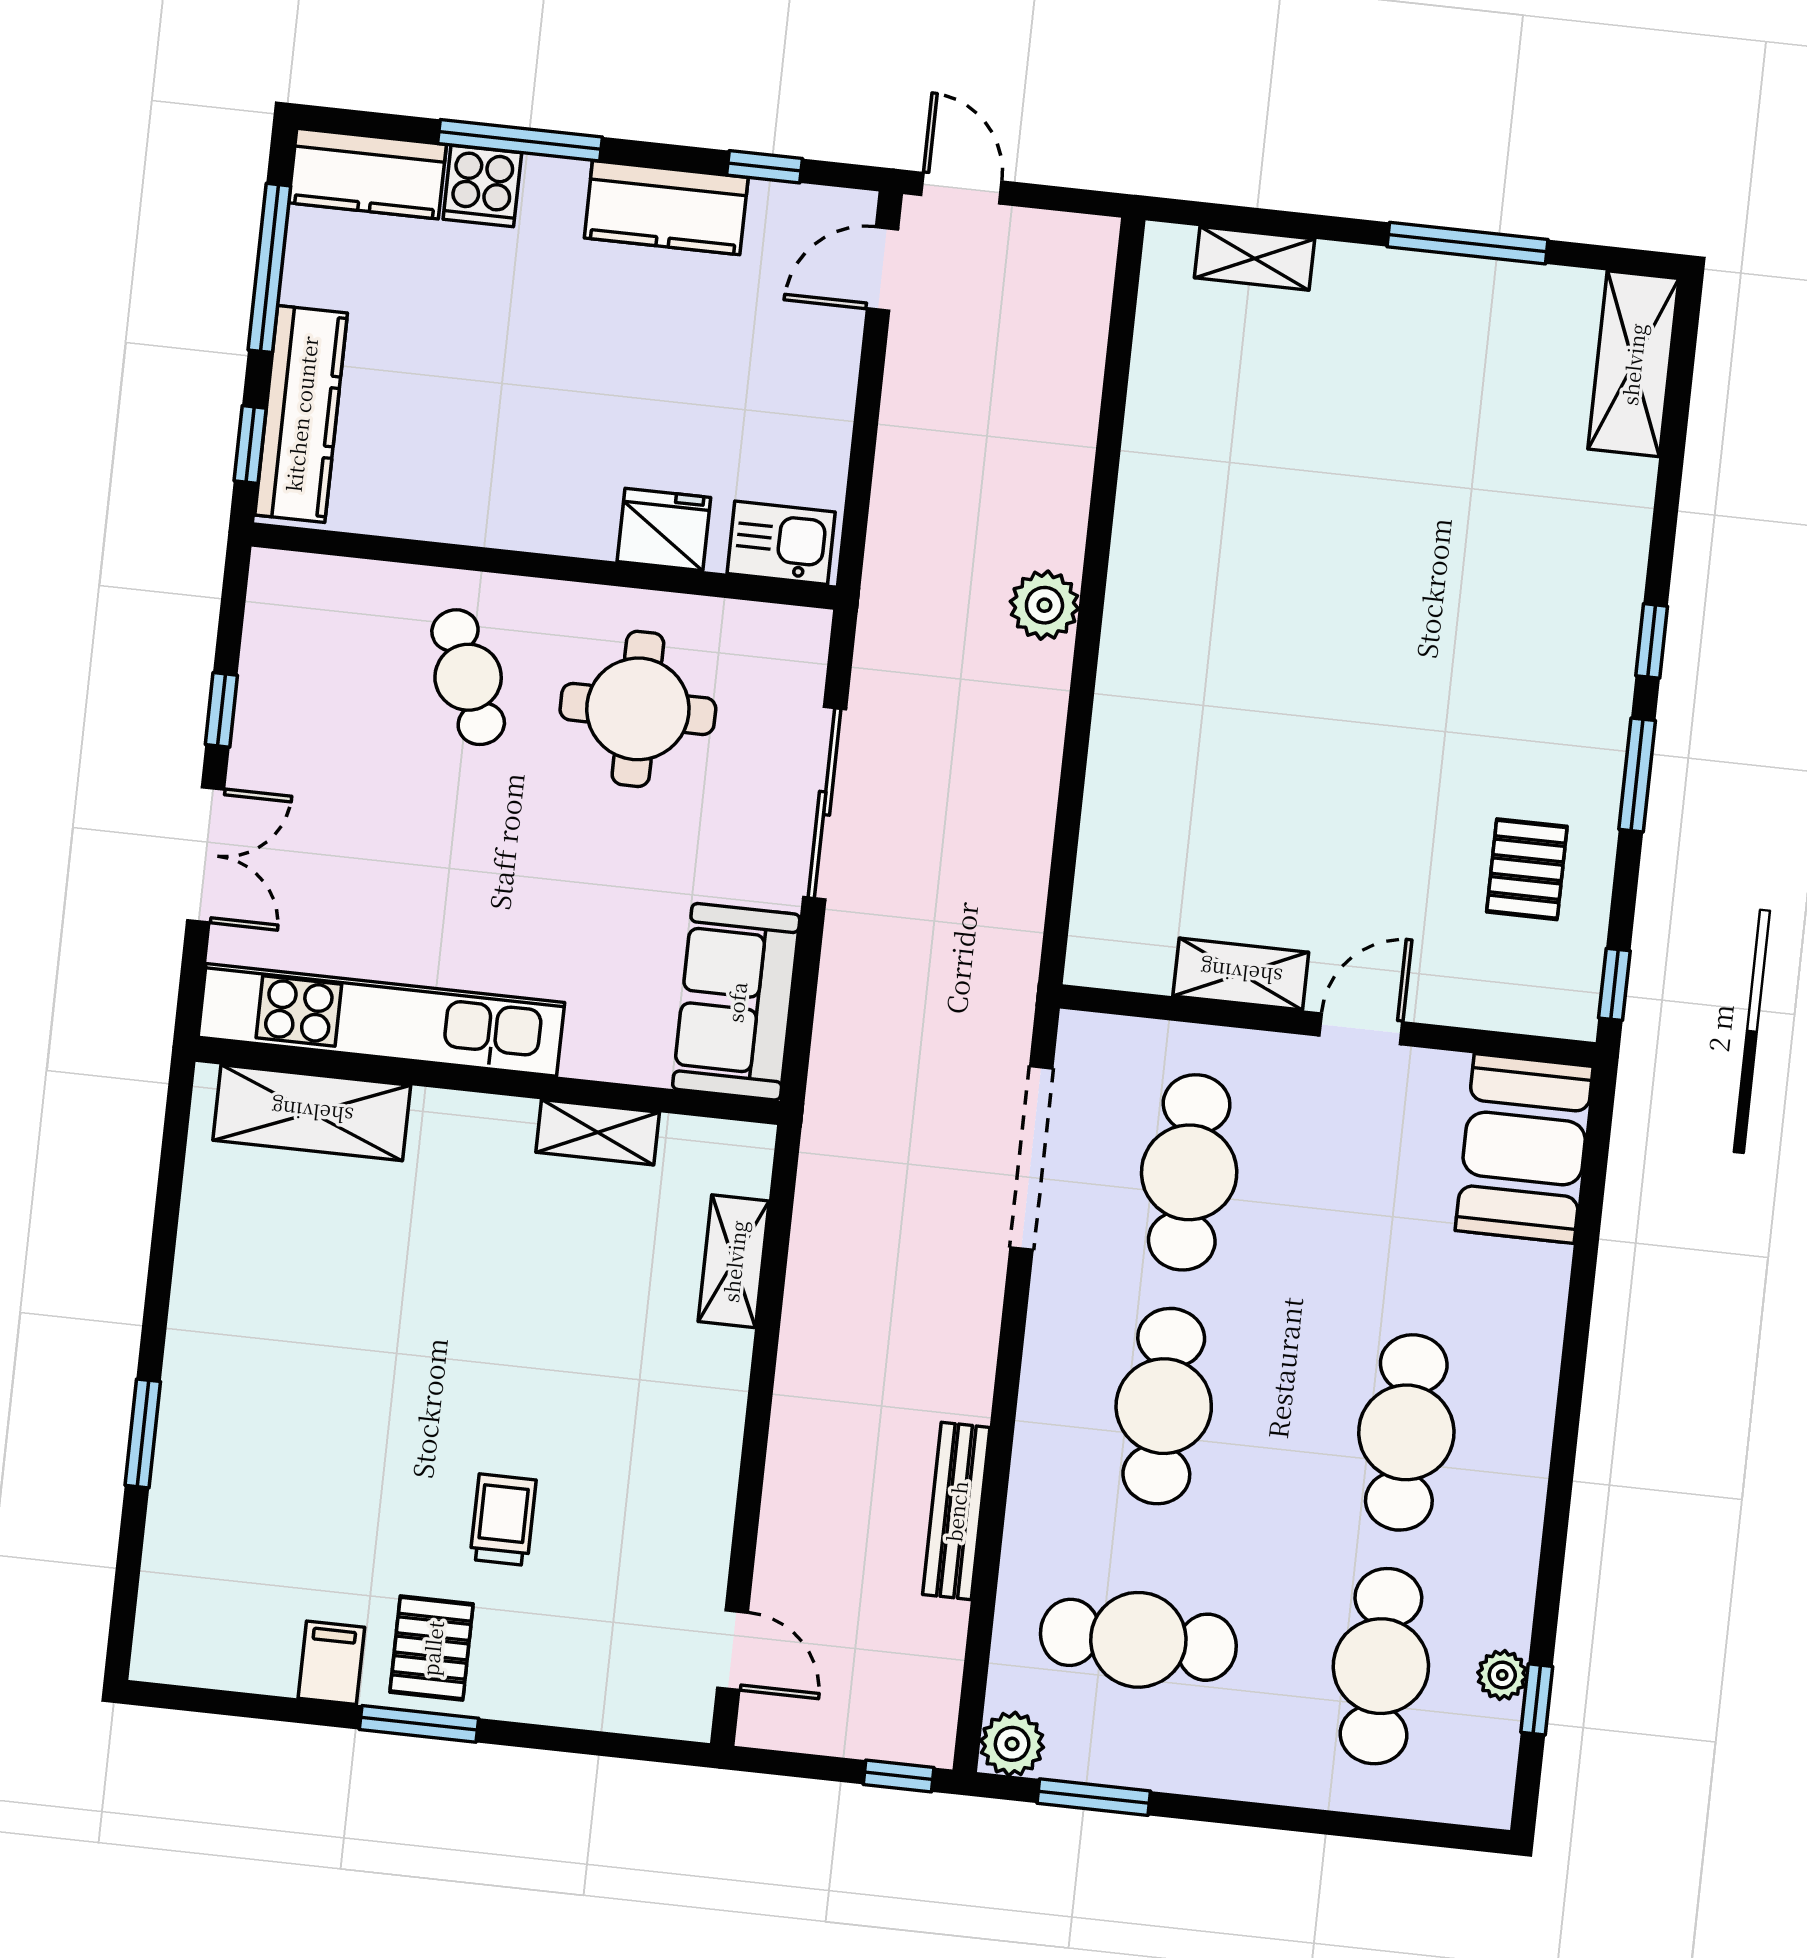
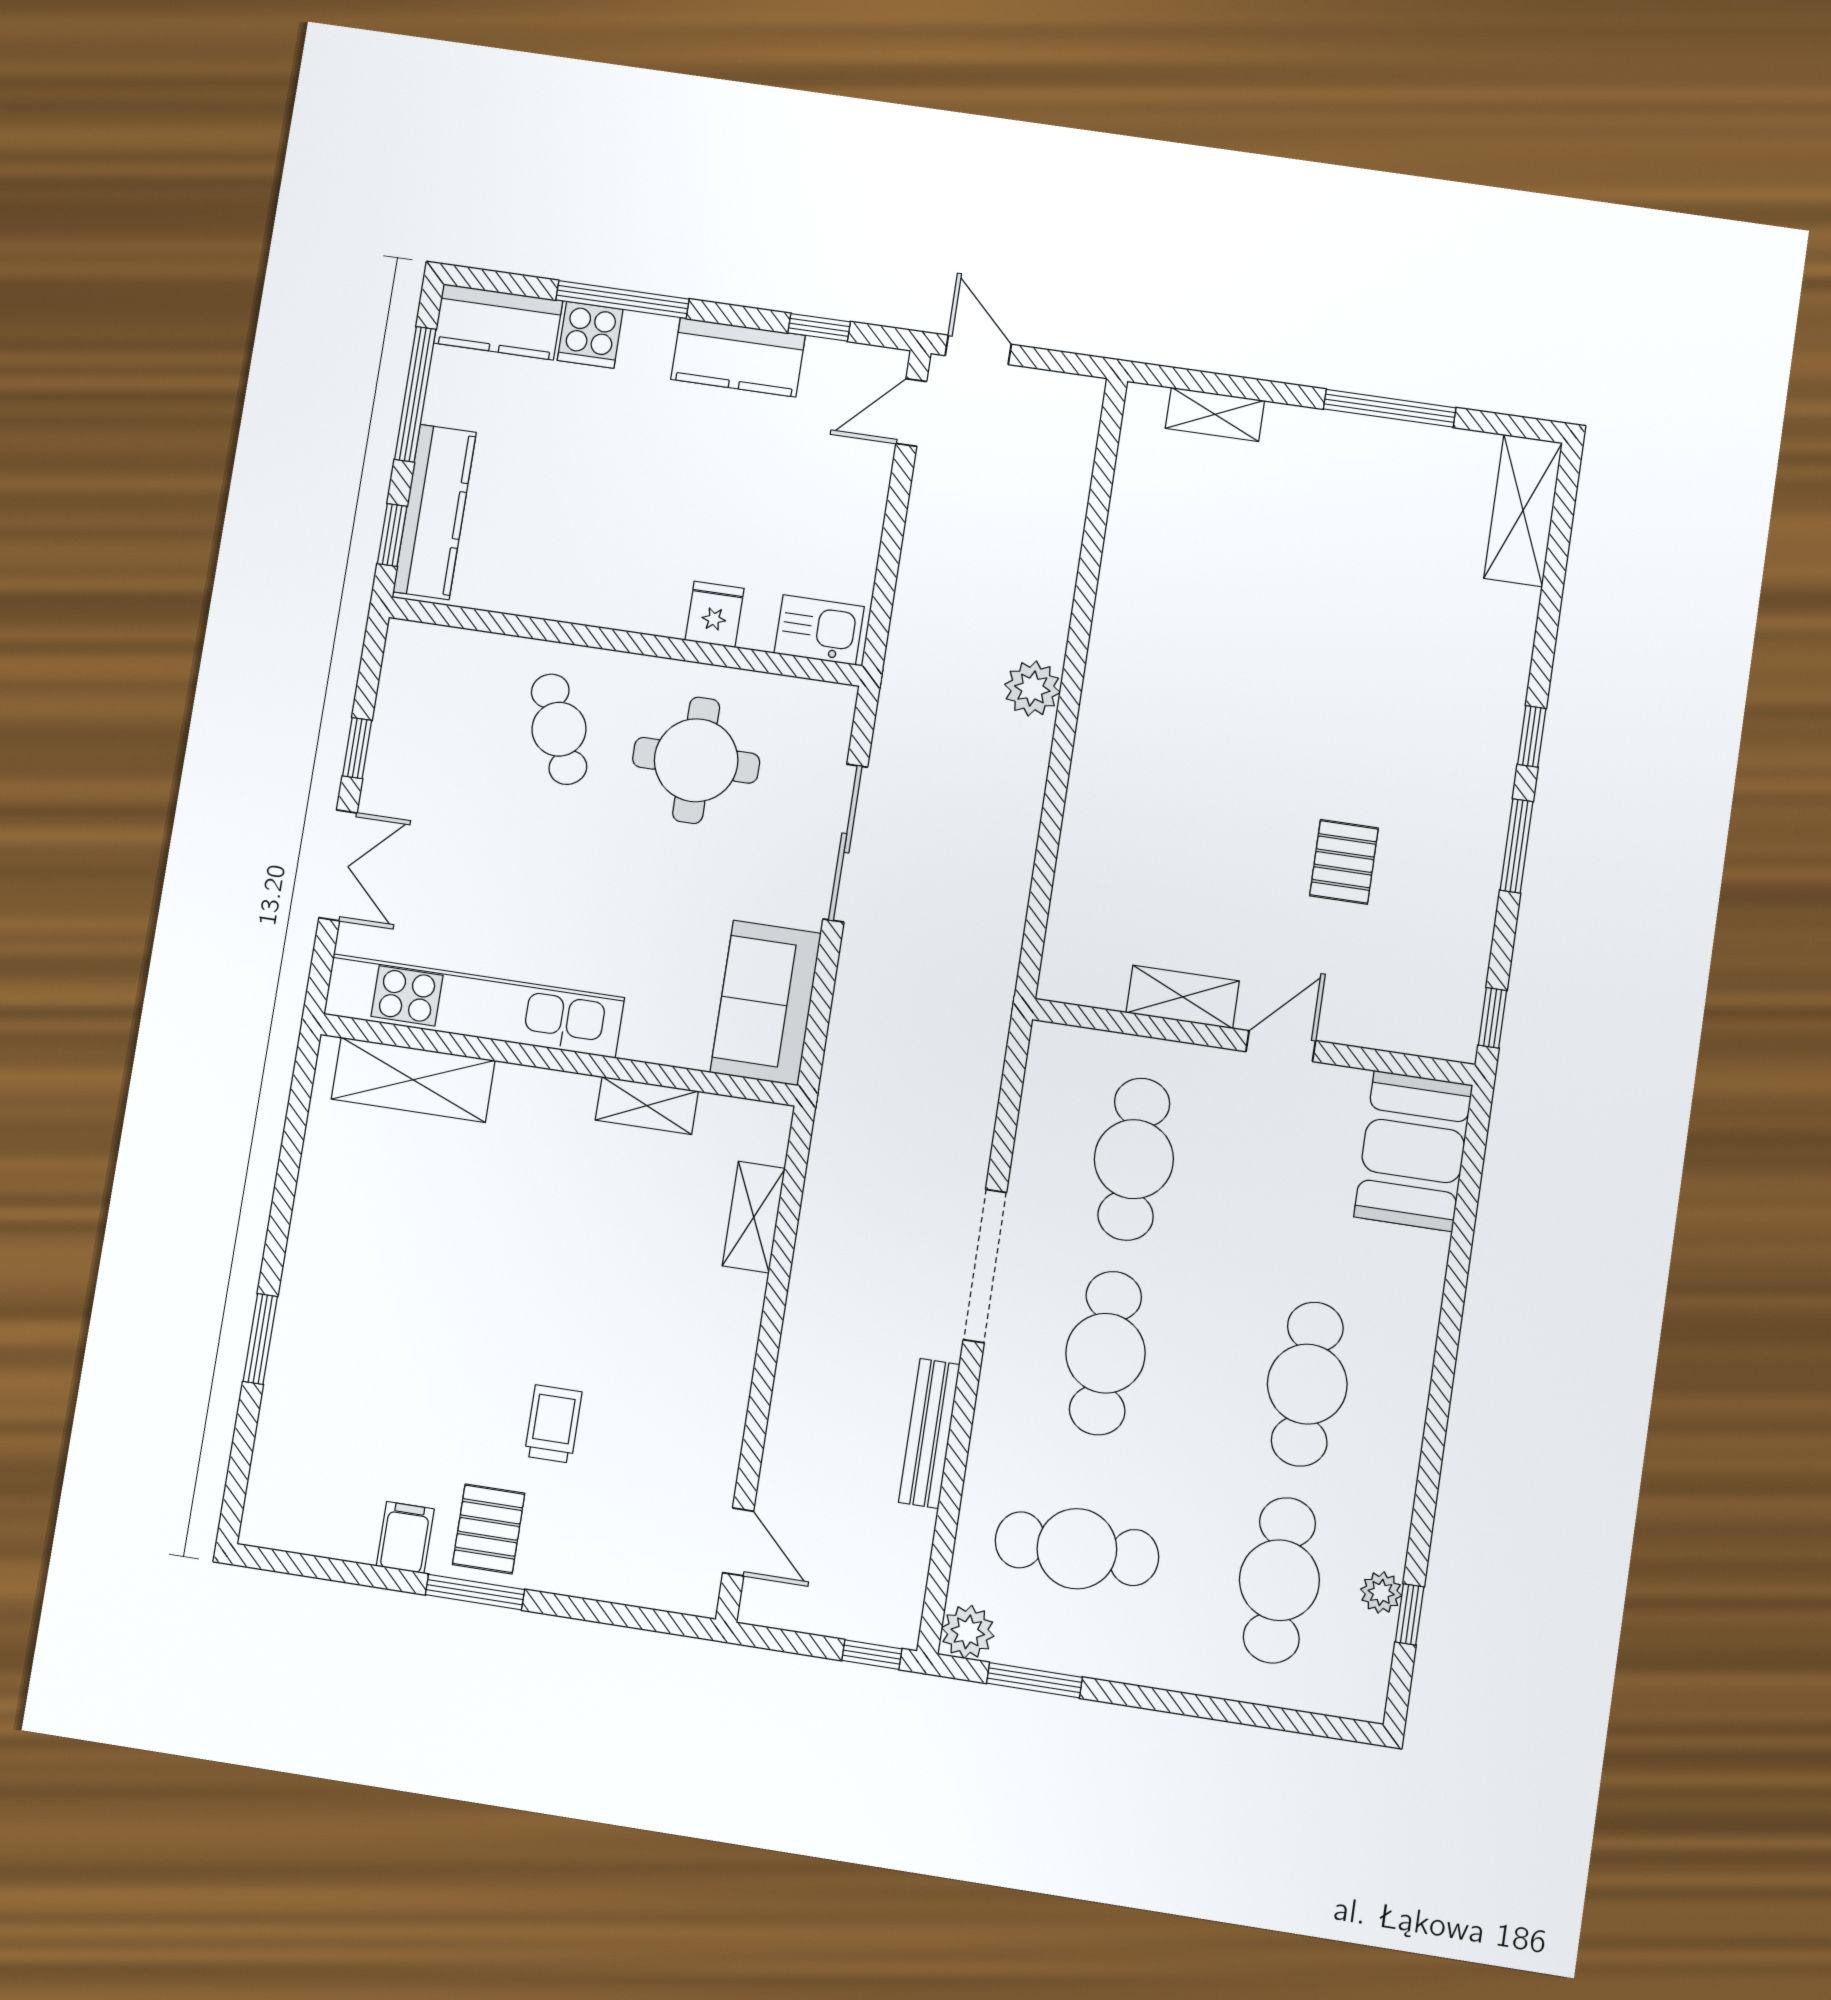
fridge: (664, 530) -> (715, 614), width x0.72
pallet: (1527, 869) -> (1344, 862), moved
doorway: (1031, 1158) -> (985, 1266), moved

